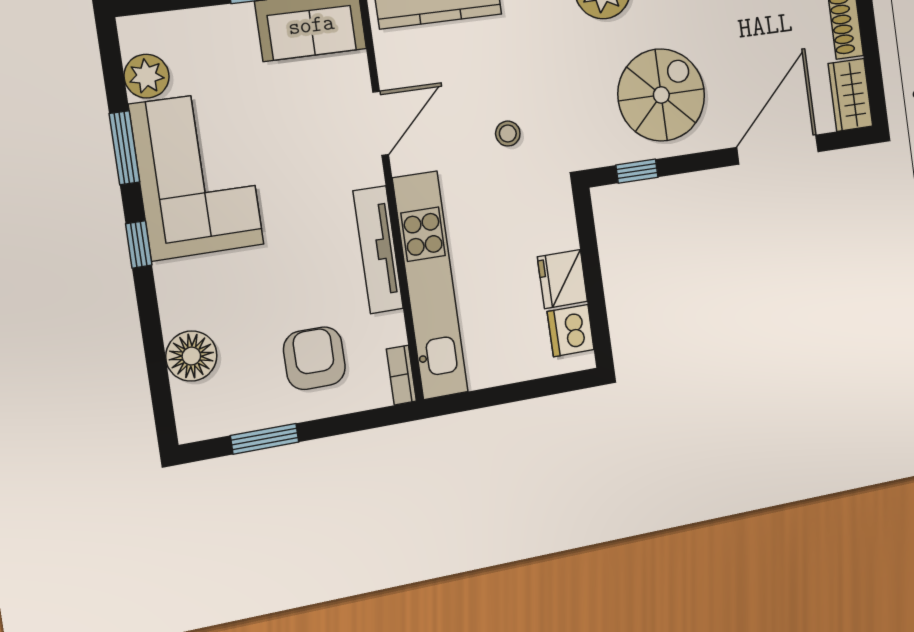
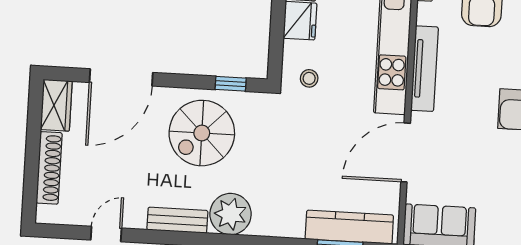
door: (381, 123) -> (406, 152), width x1.36
stool: (508, 134) -> (309, 78), moved

